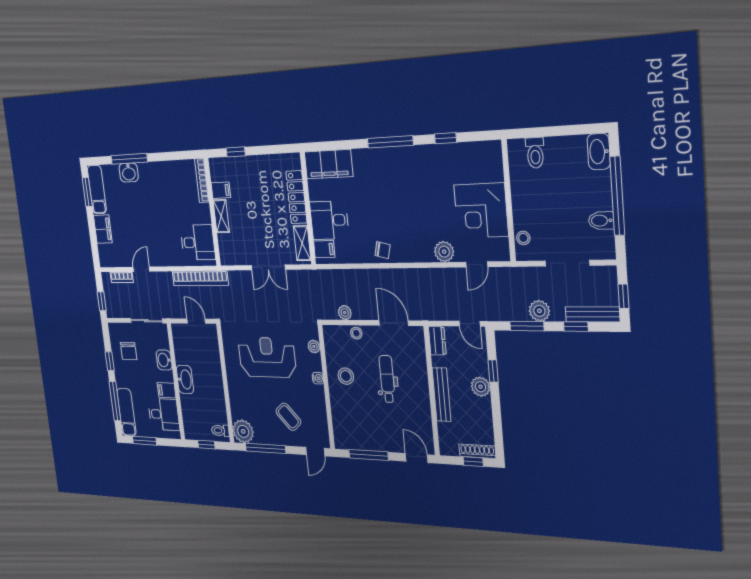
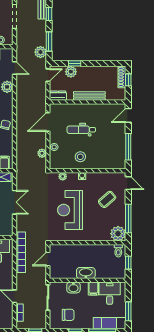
plant: (539, 311) -> (40, 52), moved
plant: (481, 387) -> (71, 72), moved

